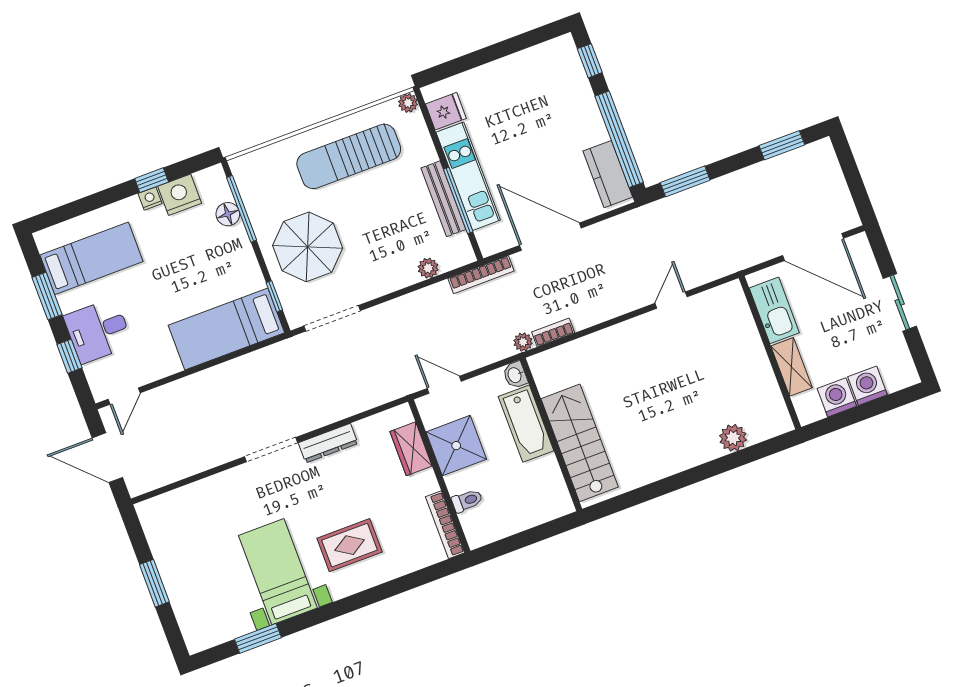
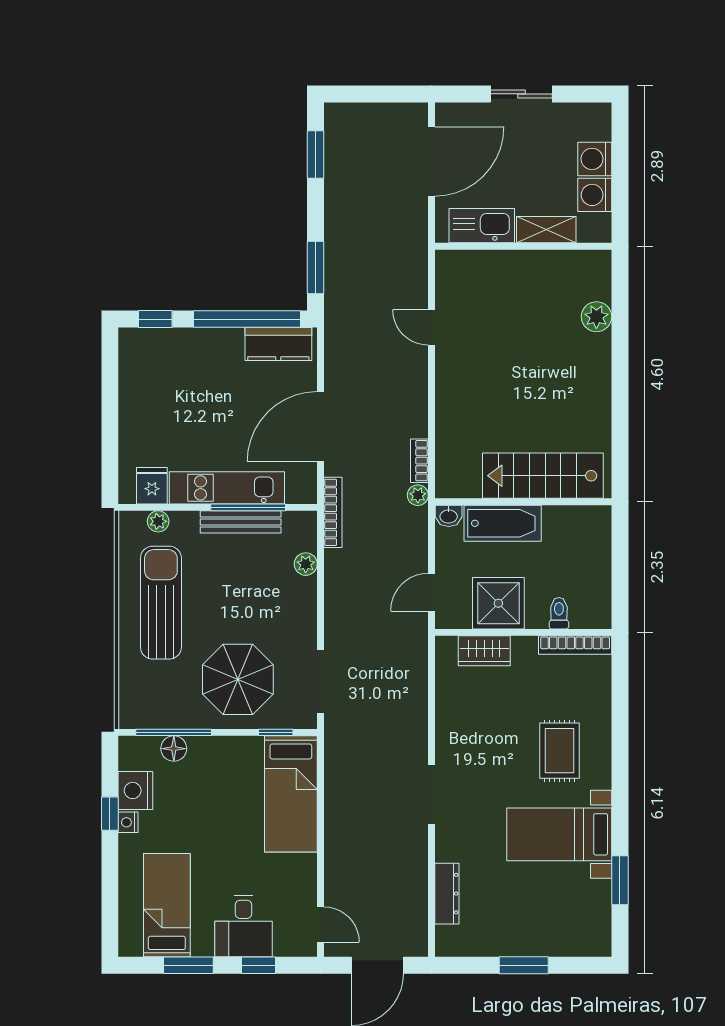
plant: (408, 103) -> (158, 521), moved
sun lounger: (349, 156) -> (161, 603), turned 180
dresser: (328, 443) -> (447, 894), moved

